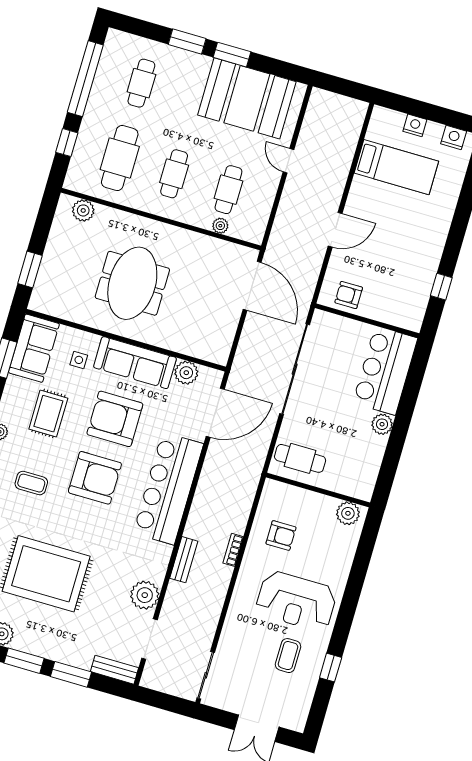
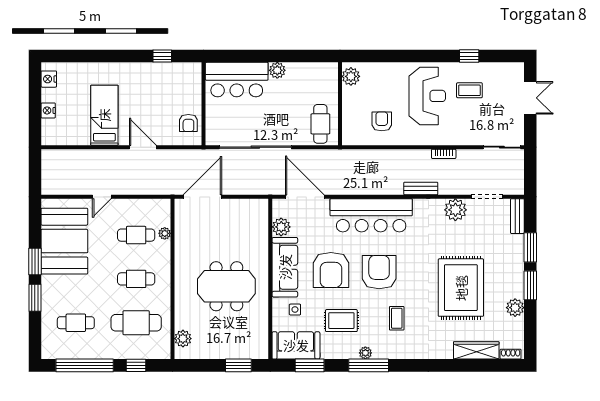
bed: (396, 167) -> (104, 115), moved
bookcase: (233, 550) -> (444, 154), moved

